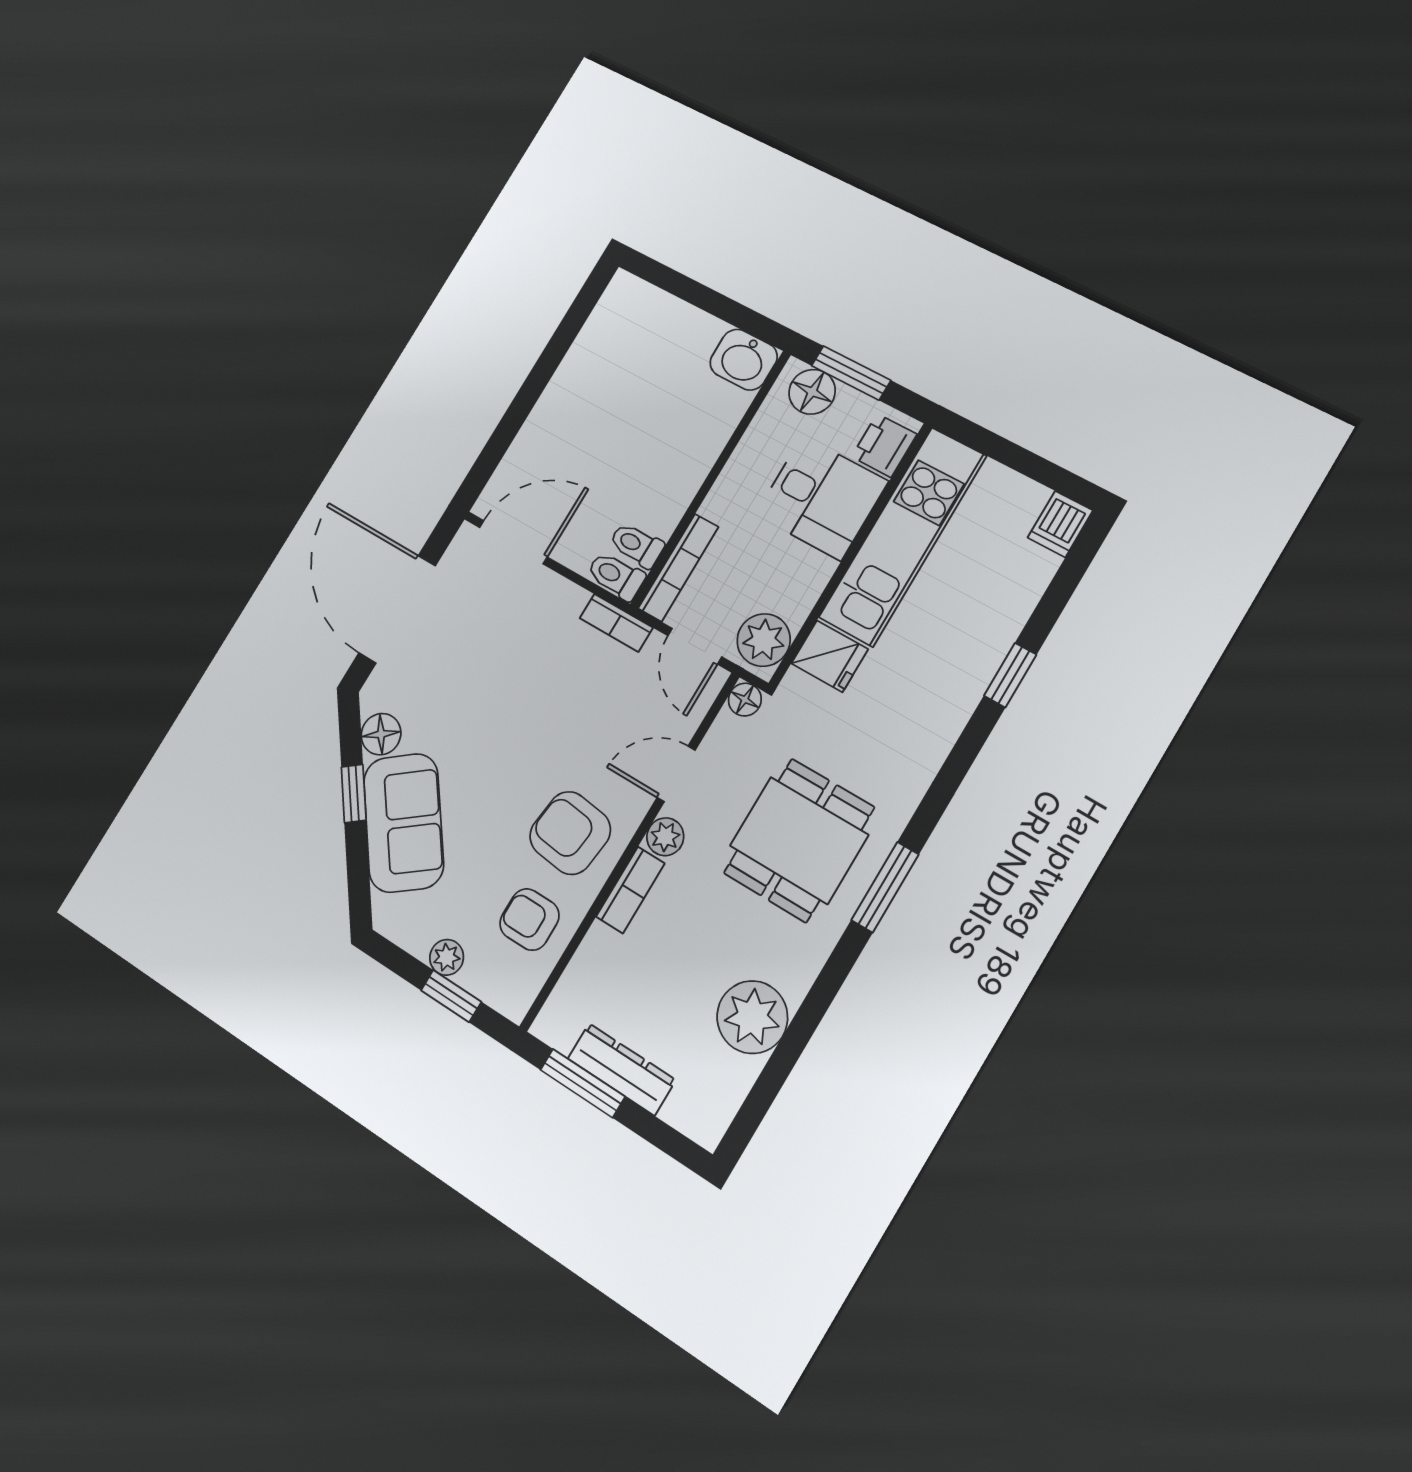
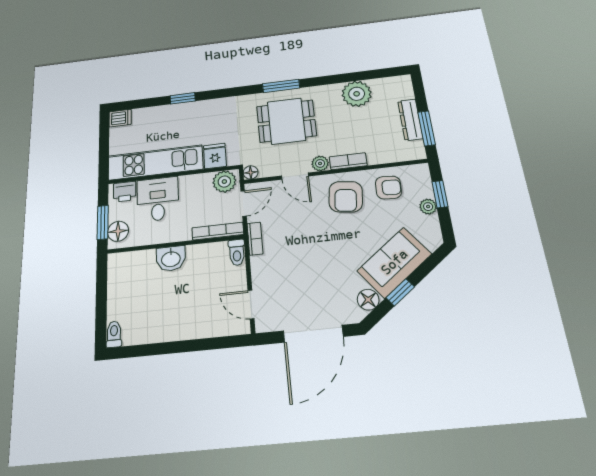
washbasin: (744, 360) -> (171, 259), moved, turned 90
door: (513, 542) -> (251, 305), width x0.73
toilet: (636, 545) -> (114, 334), moved, turned 180
armchair: (529, 919) -> (388, 188), turned -87

